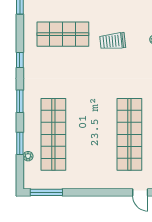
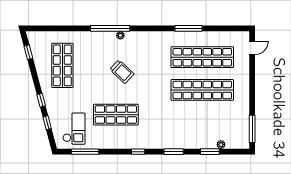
shop shelf: (63, 34) -> (116, 115), turned 90
trolley: (113, 41) -> (122, 72), turned -41
shop shelf: (53, 134) -> (202, 90), moved

